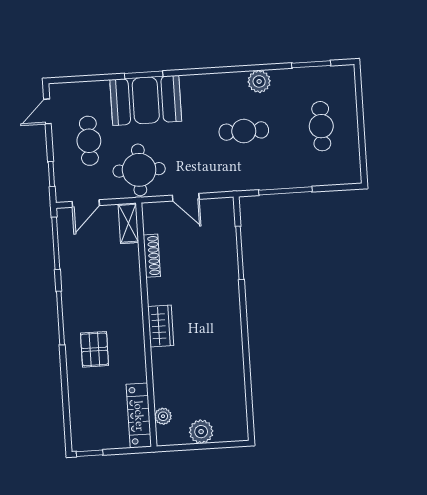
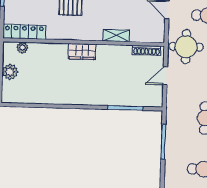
shelving: (128, 223) -> (116, 35), moved
shoe rack: (152, 256) -> (147, 50), moved

